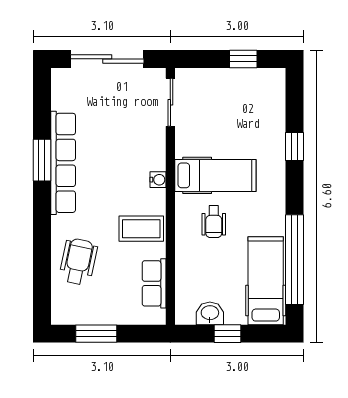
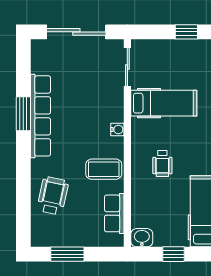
hospital bed: (215, 175) -> (164, 103), moved
washbasin: (210, 313) -> (142, 238), moved

